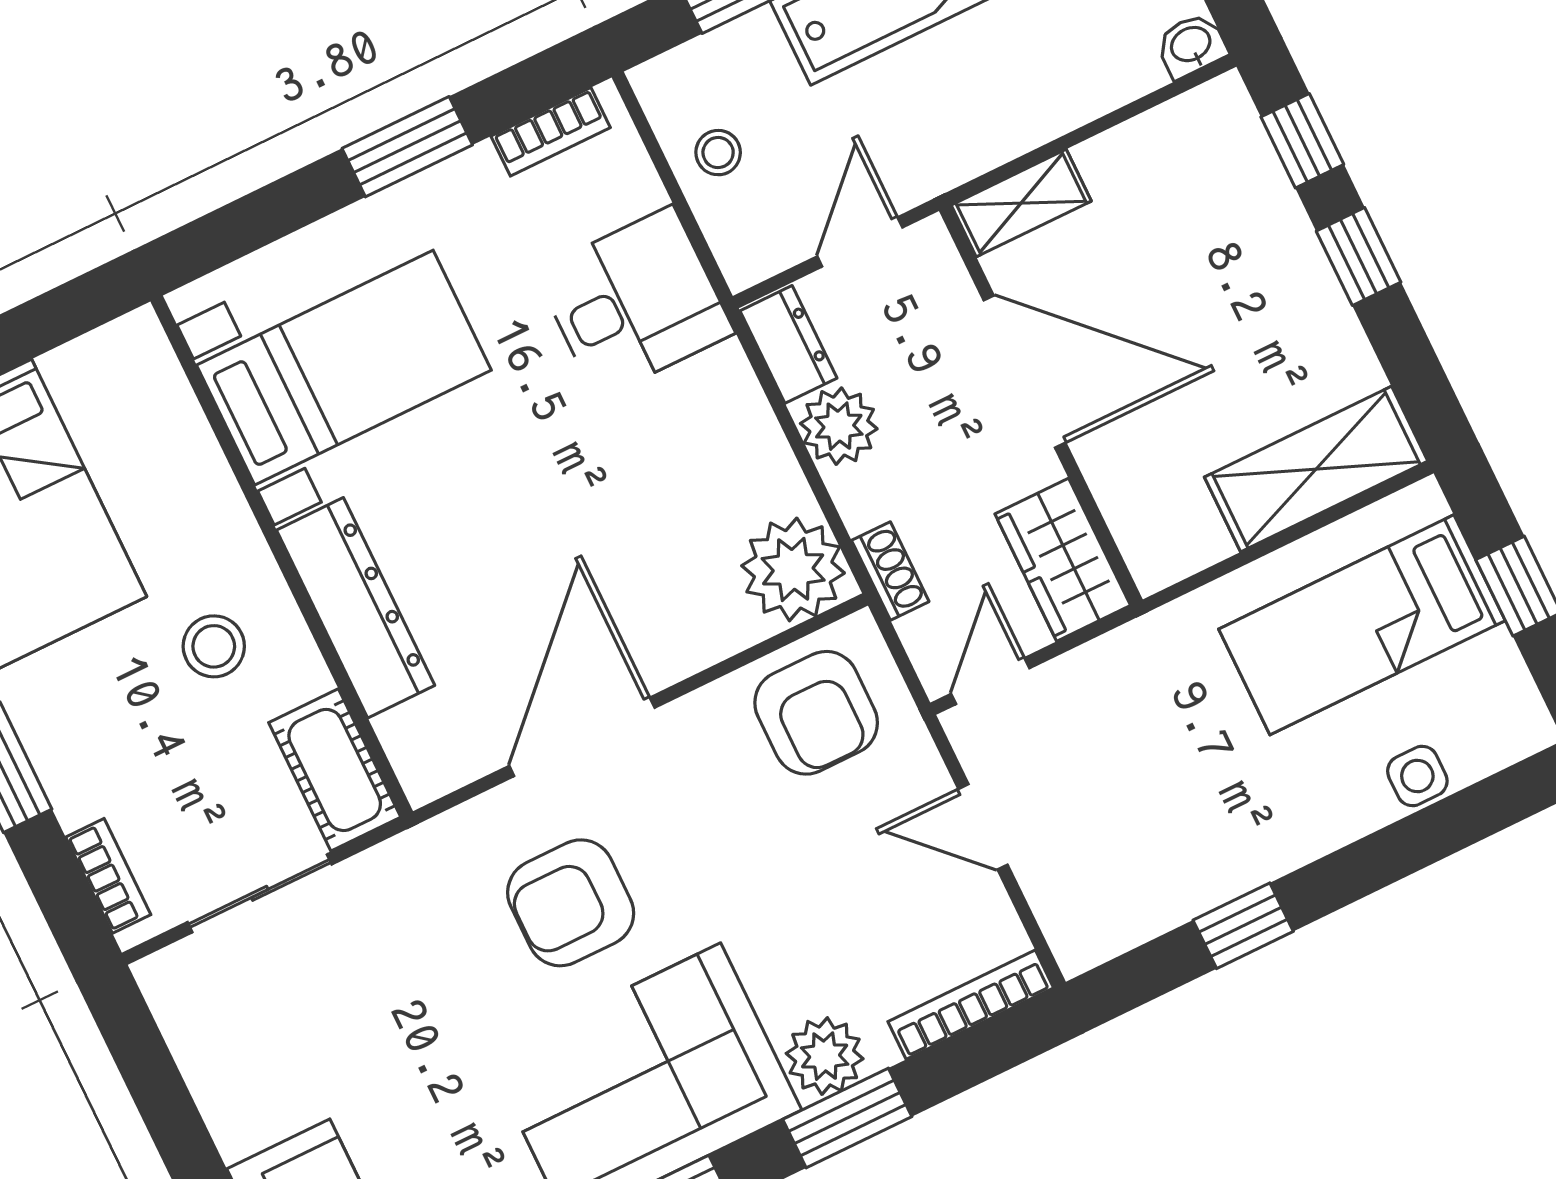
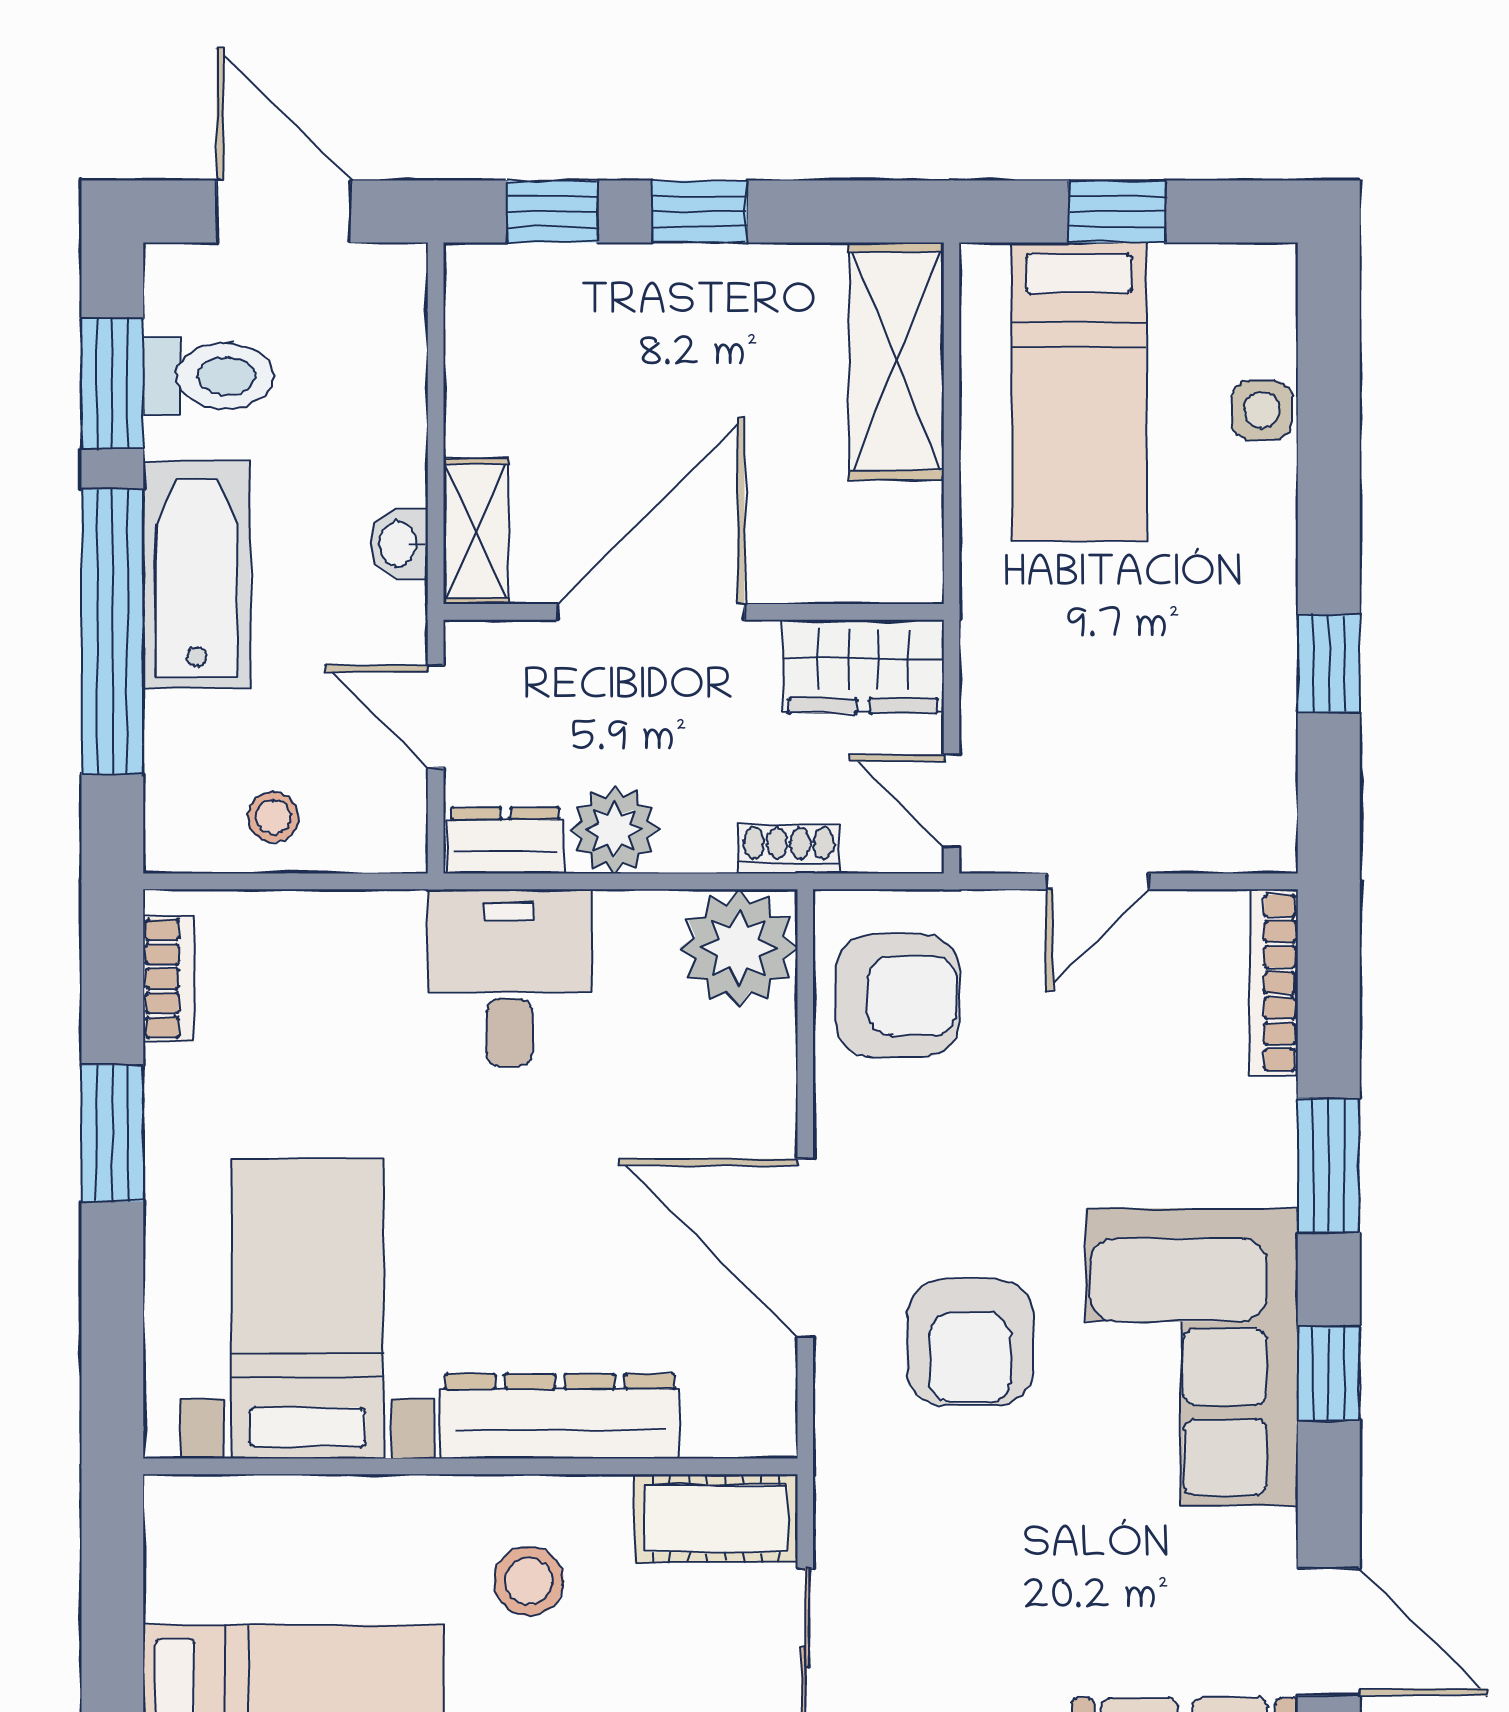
washbasin: (1191, 45) -> (399, 544), moved
desk: (635, 302) -> (510, 978), moved
plant: (825, 1056) -> (1254, 1158), removed

